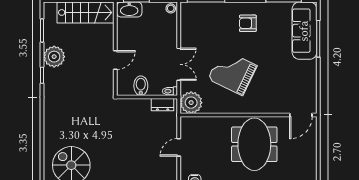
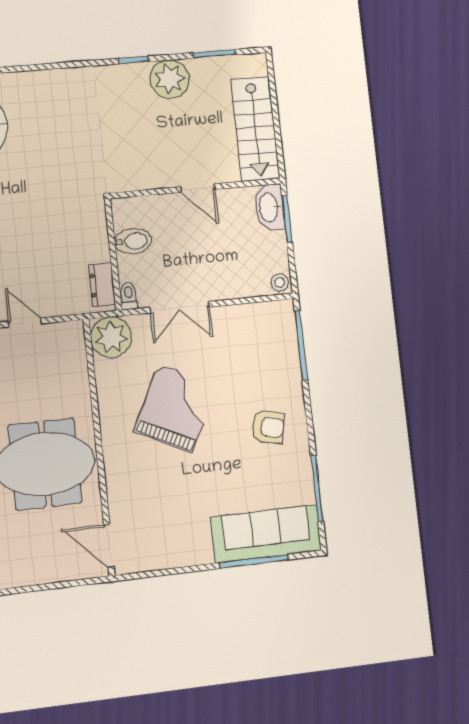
armchair: (248, 23) -> (268, 427), turned 102
door: (115, 60) -> (198, 188), moved

